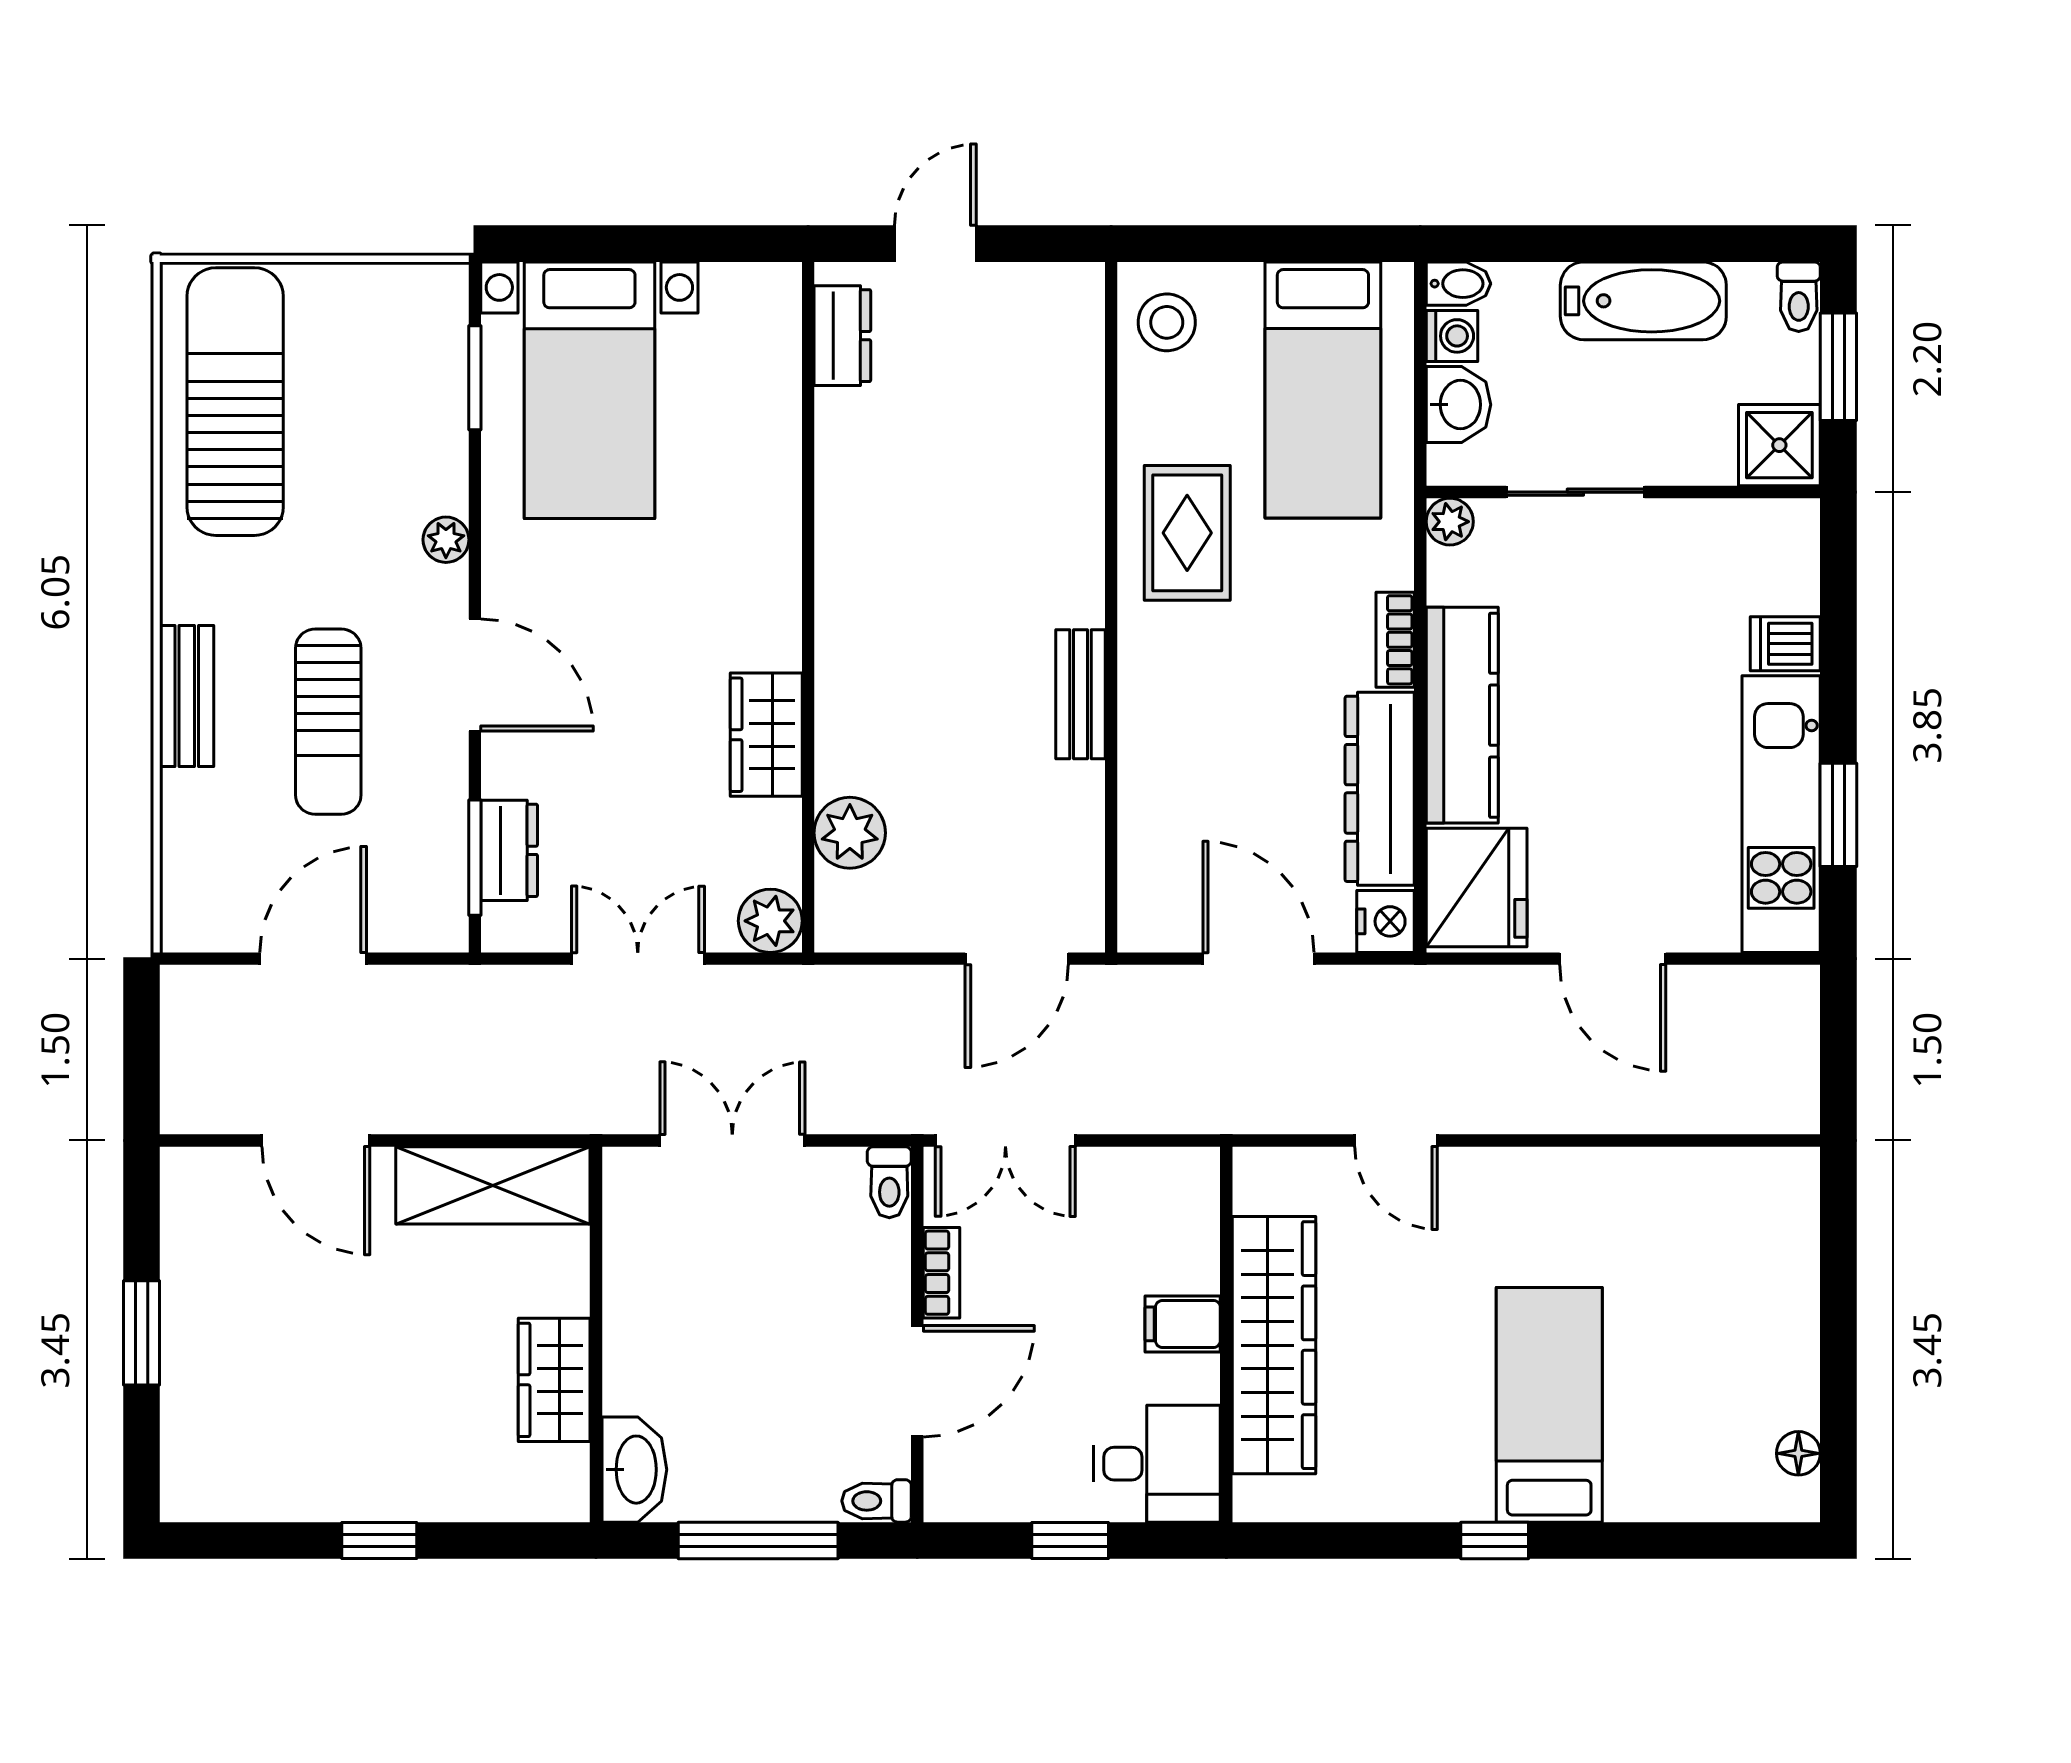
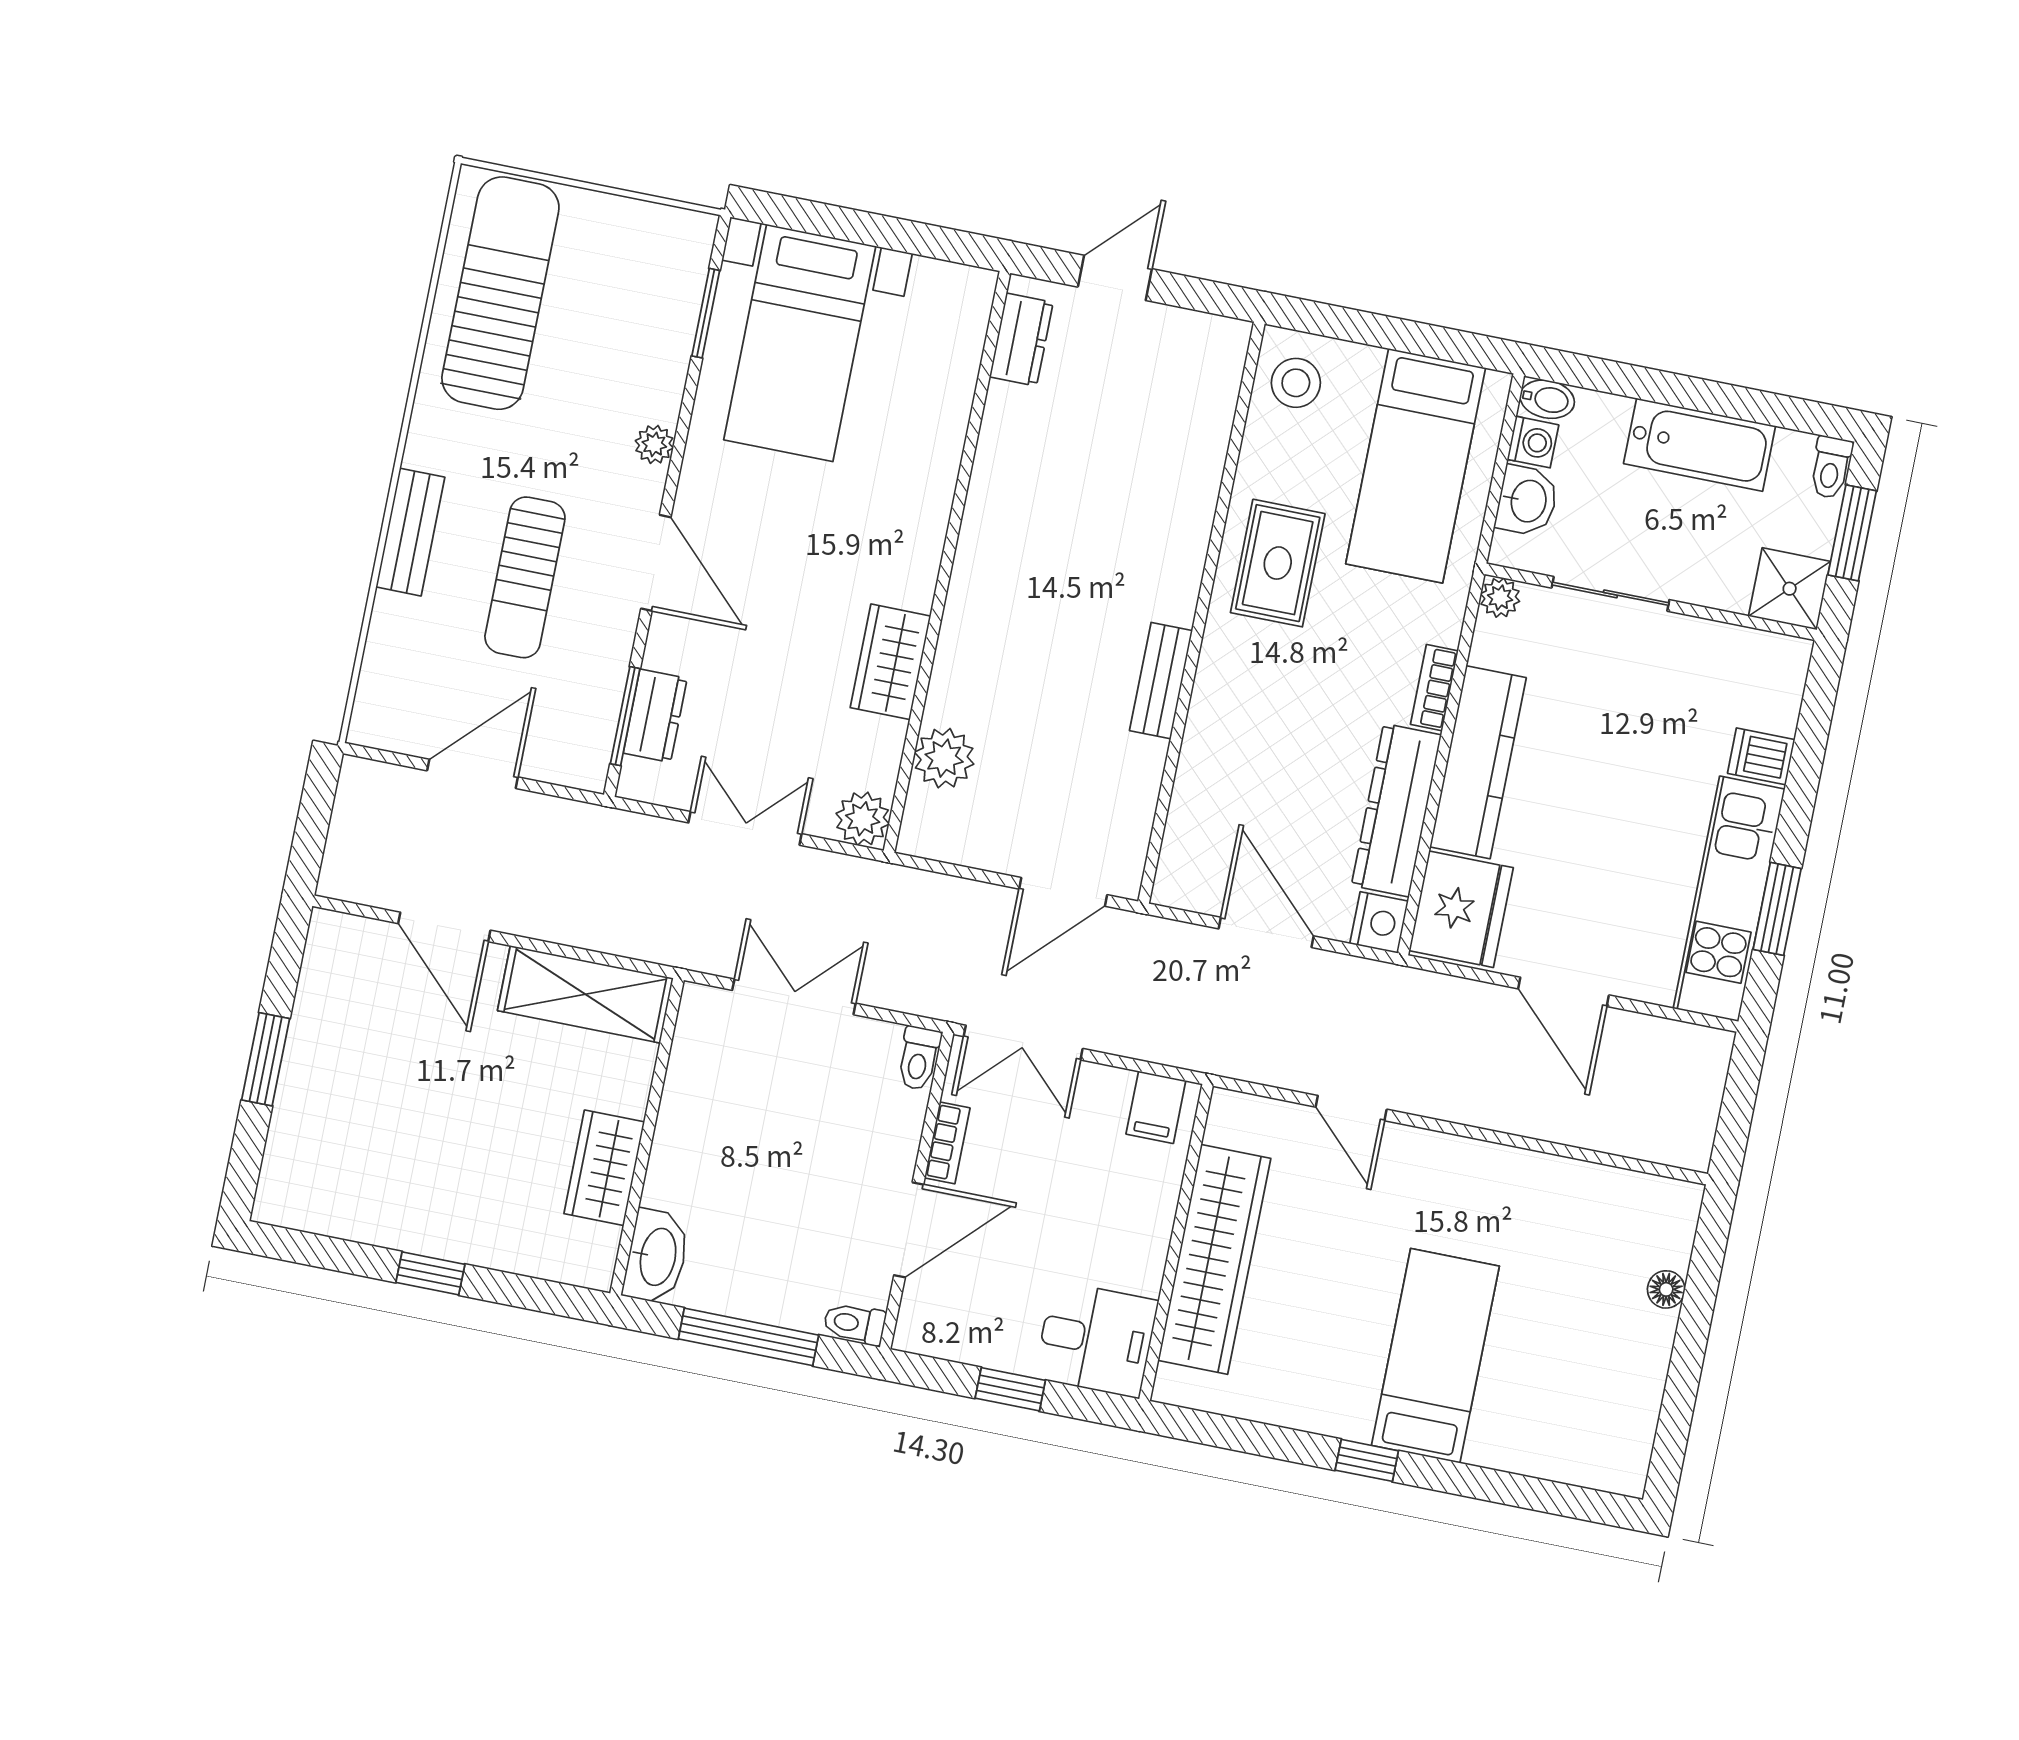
filing cabinet: (1183, 1324) -> (1156, 1107), moved, turned -90
floor lamp: (1798, 1453) -> (1666, 1289), moved

